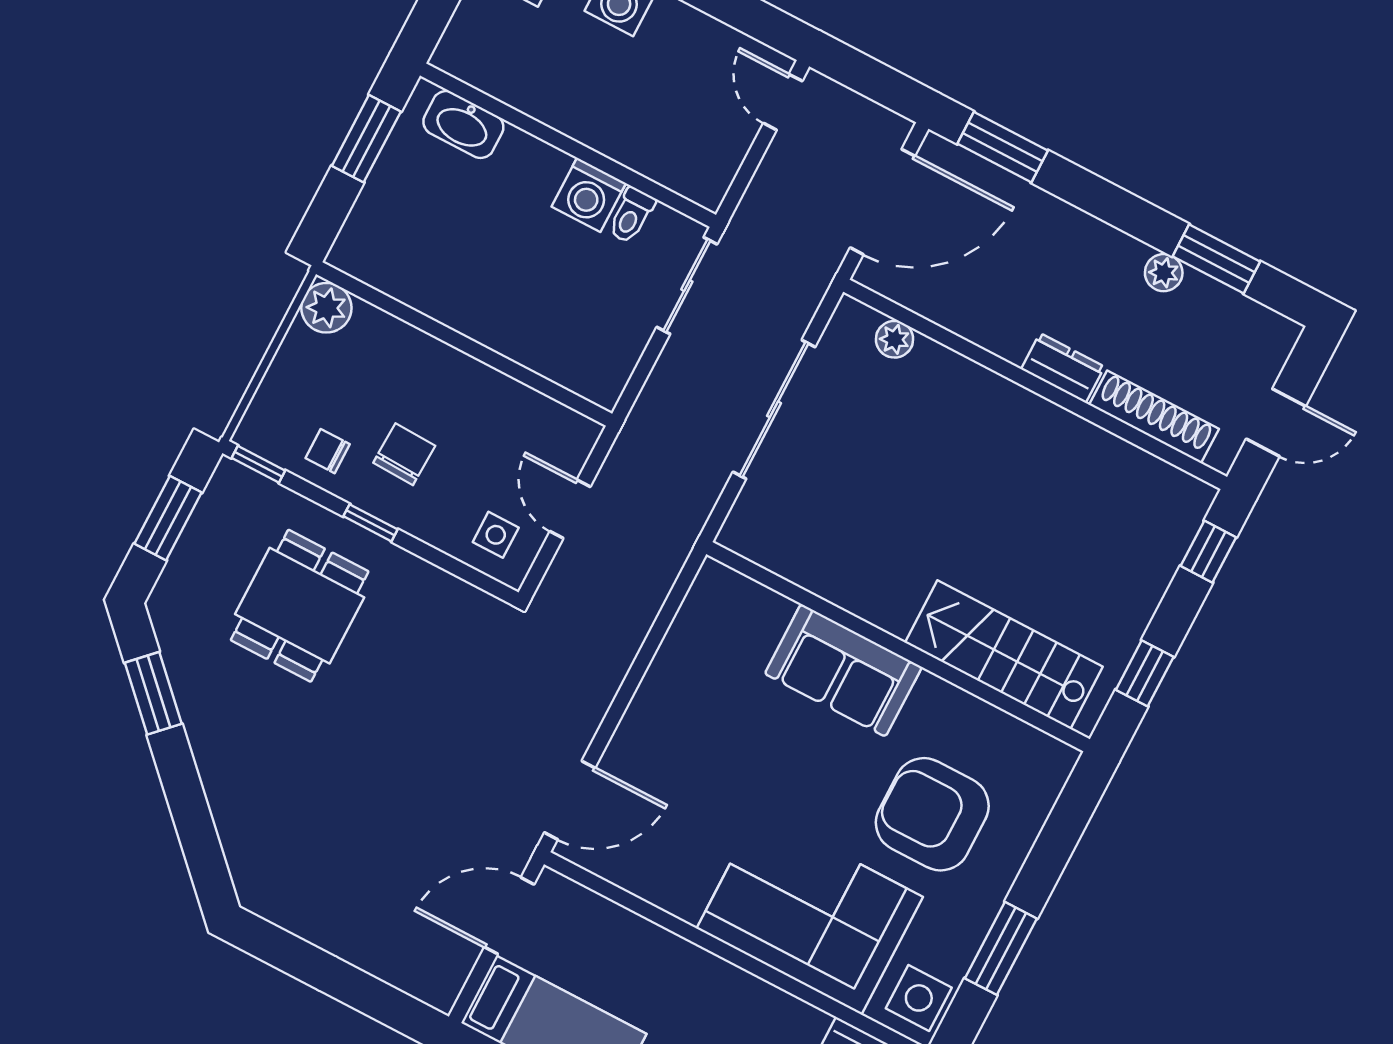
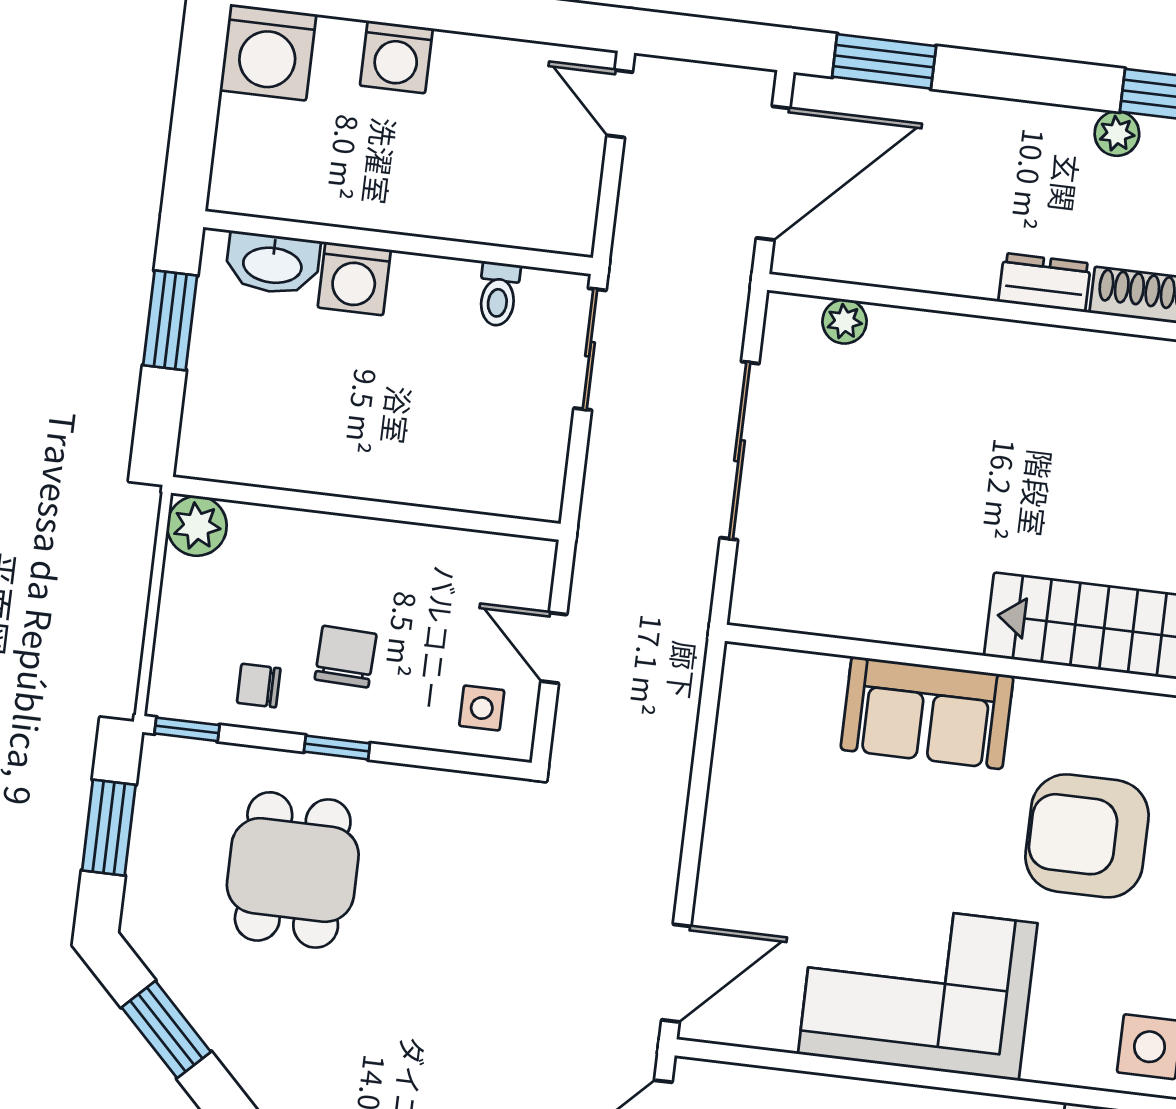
washing machine: (589, 195) -> (354, 279), moved
corner sofa: (810, 913) -> (918, 989), moved

